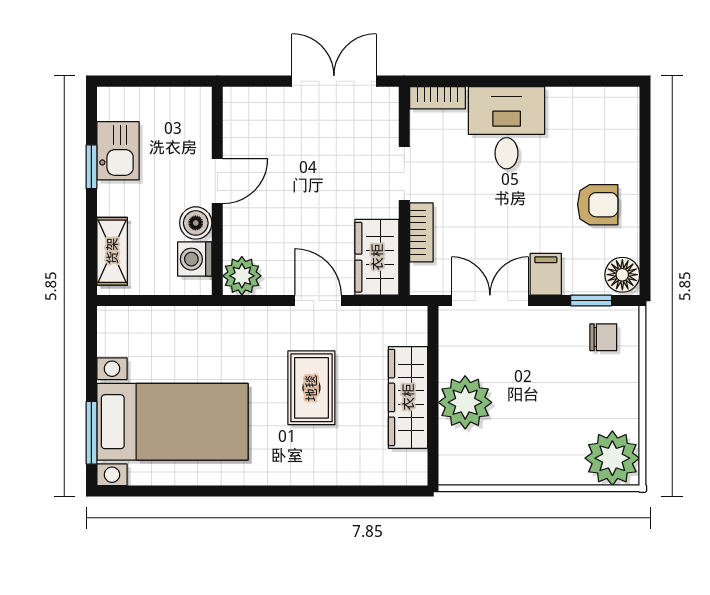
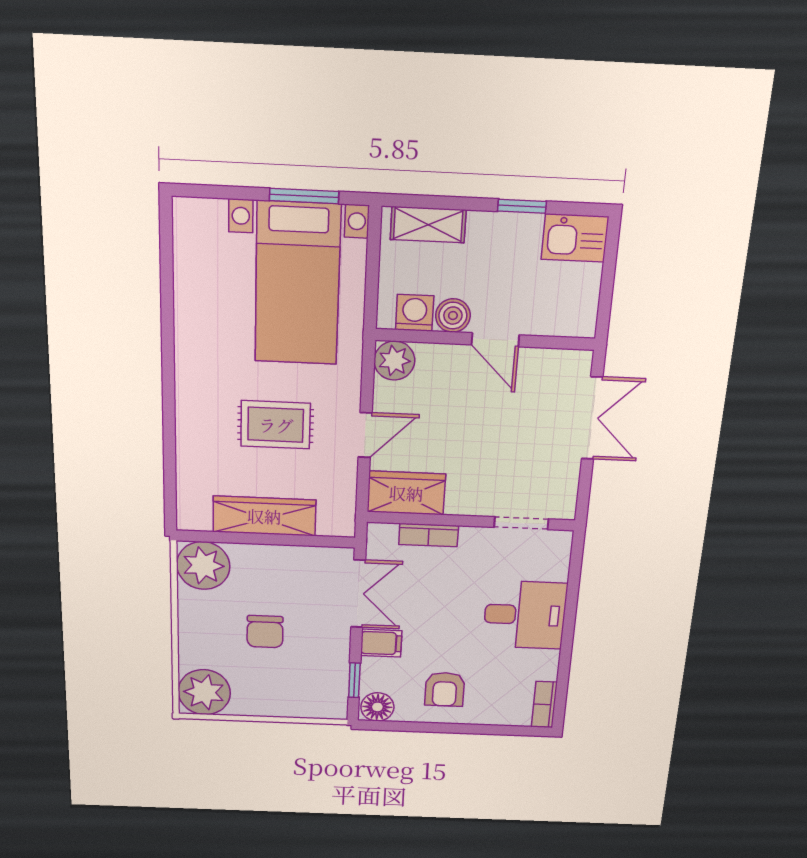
double door: (334, 81) -> (592, 418), moved
bookcase: (438, 98) -> (544, 705), moved
kitchen sink: (118, 151) -> (575, 238), moved
doorway: (404, 173) -> (521, 523), moved
chair: (603, 337) -> (265, 632), moved, width x1.37, depth x1.37
plant: (465, 402) -> (203, 566), moved
bed with nightstands: (172, 422) -> (297, 284), moved
window: (91, 433) -> (304, 196), moved

